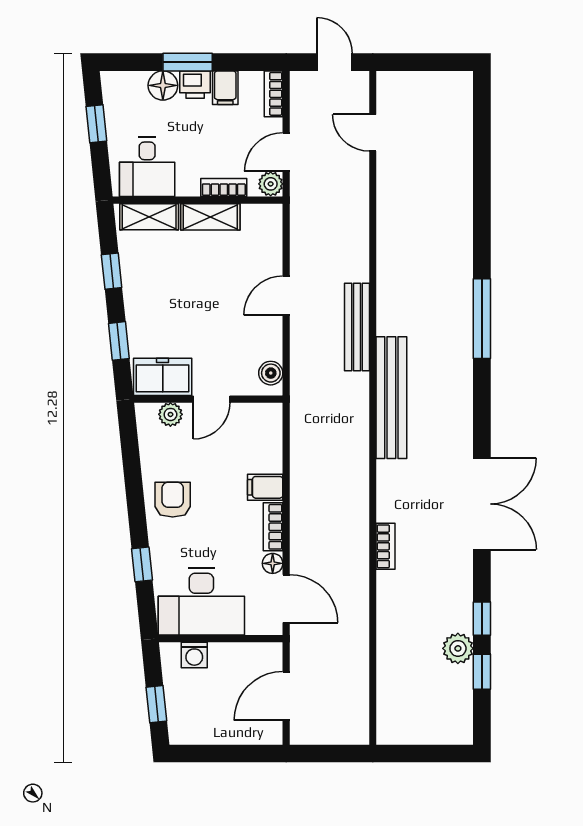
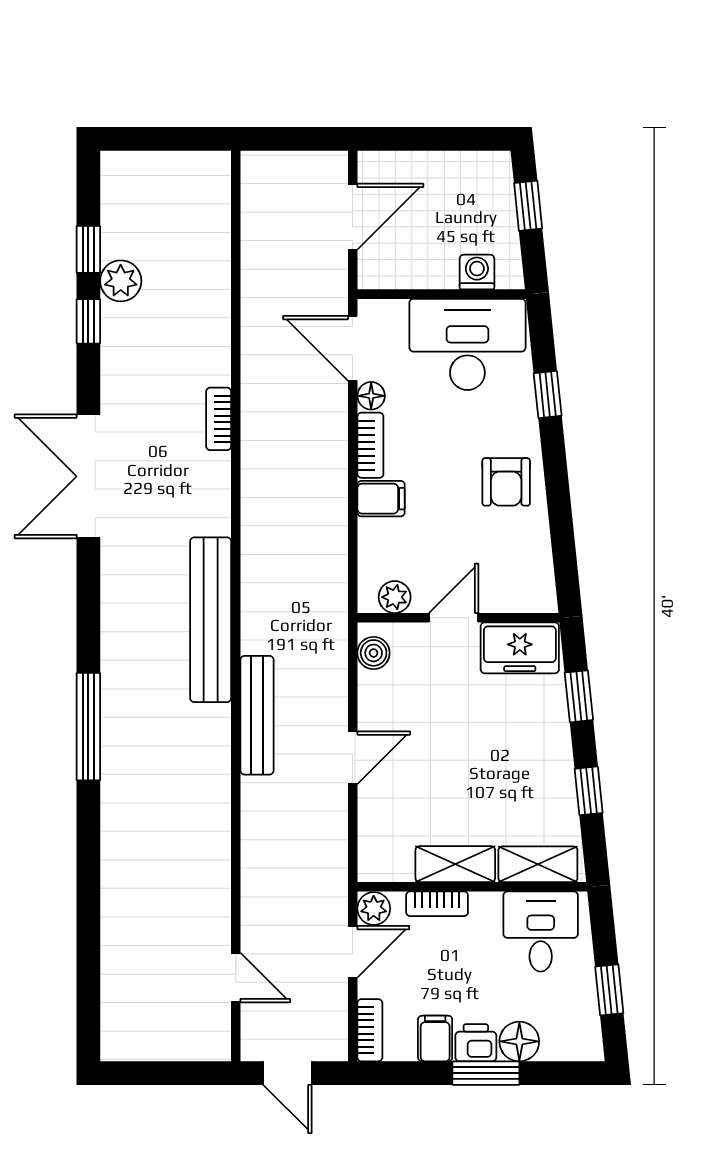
plant: (170, 414) -> (395, 597), moved

